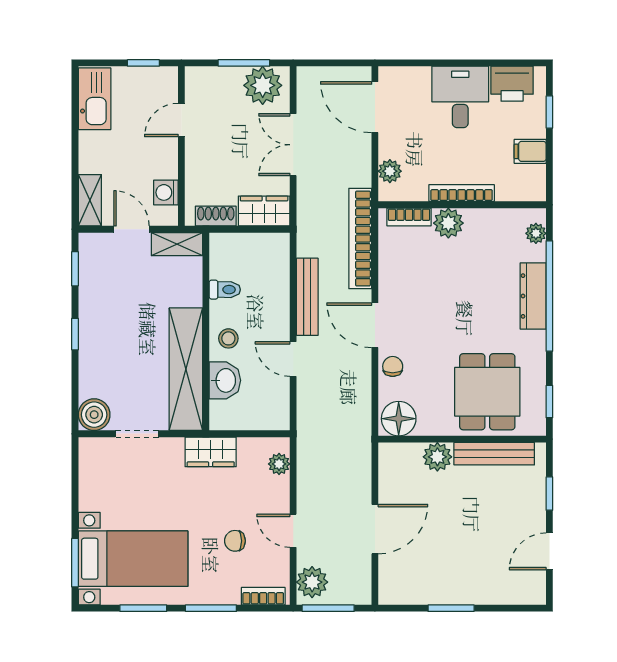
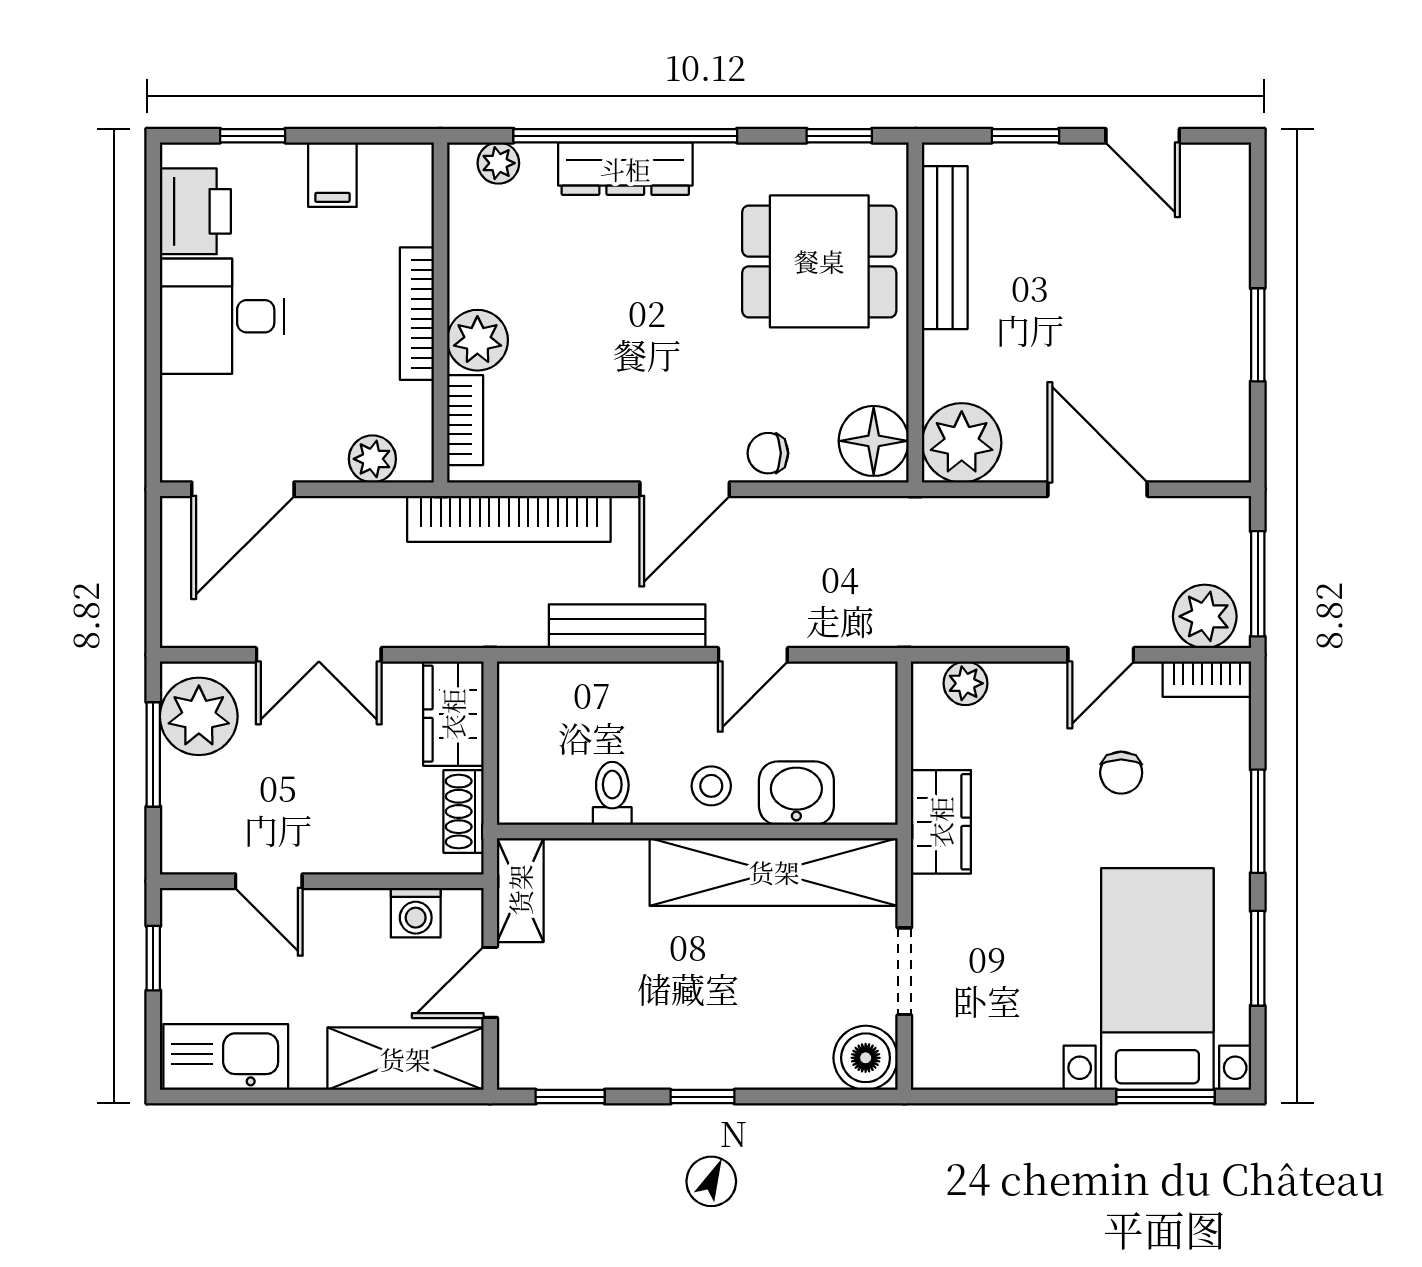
shelving: (90, 200) -> (405, 1059), width x1.50, depth x1.33
plant: (437, 457) -> (962, 443), moved, width x1.36, depth x1.36
bookcase: (263, 596) -> (1207, 679), moved, turned -90

